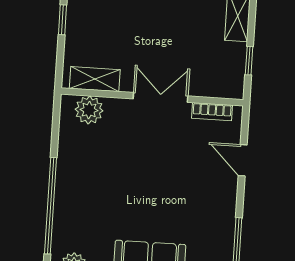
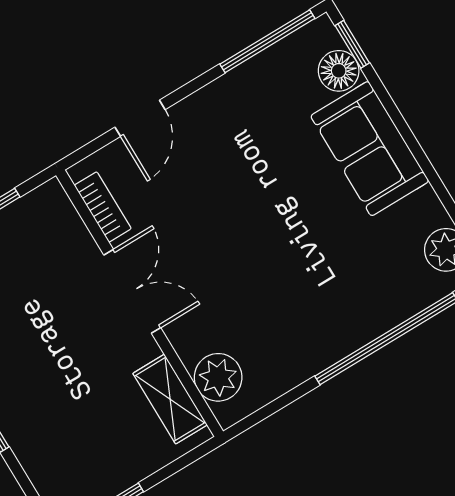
double door: (161, 97) -> (132, 291), swing flipped

